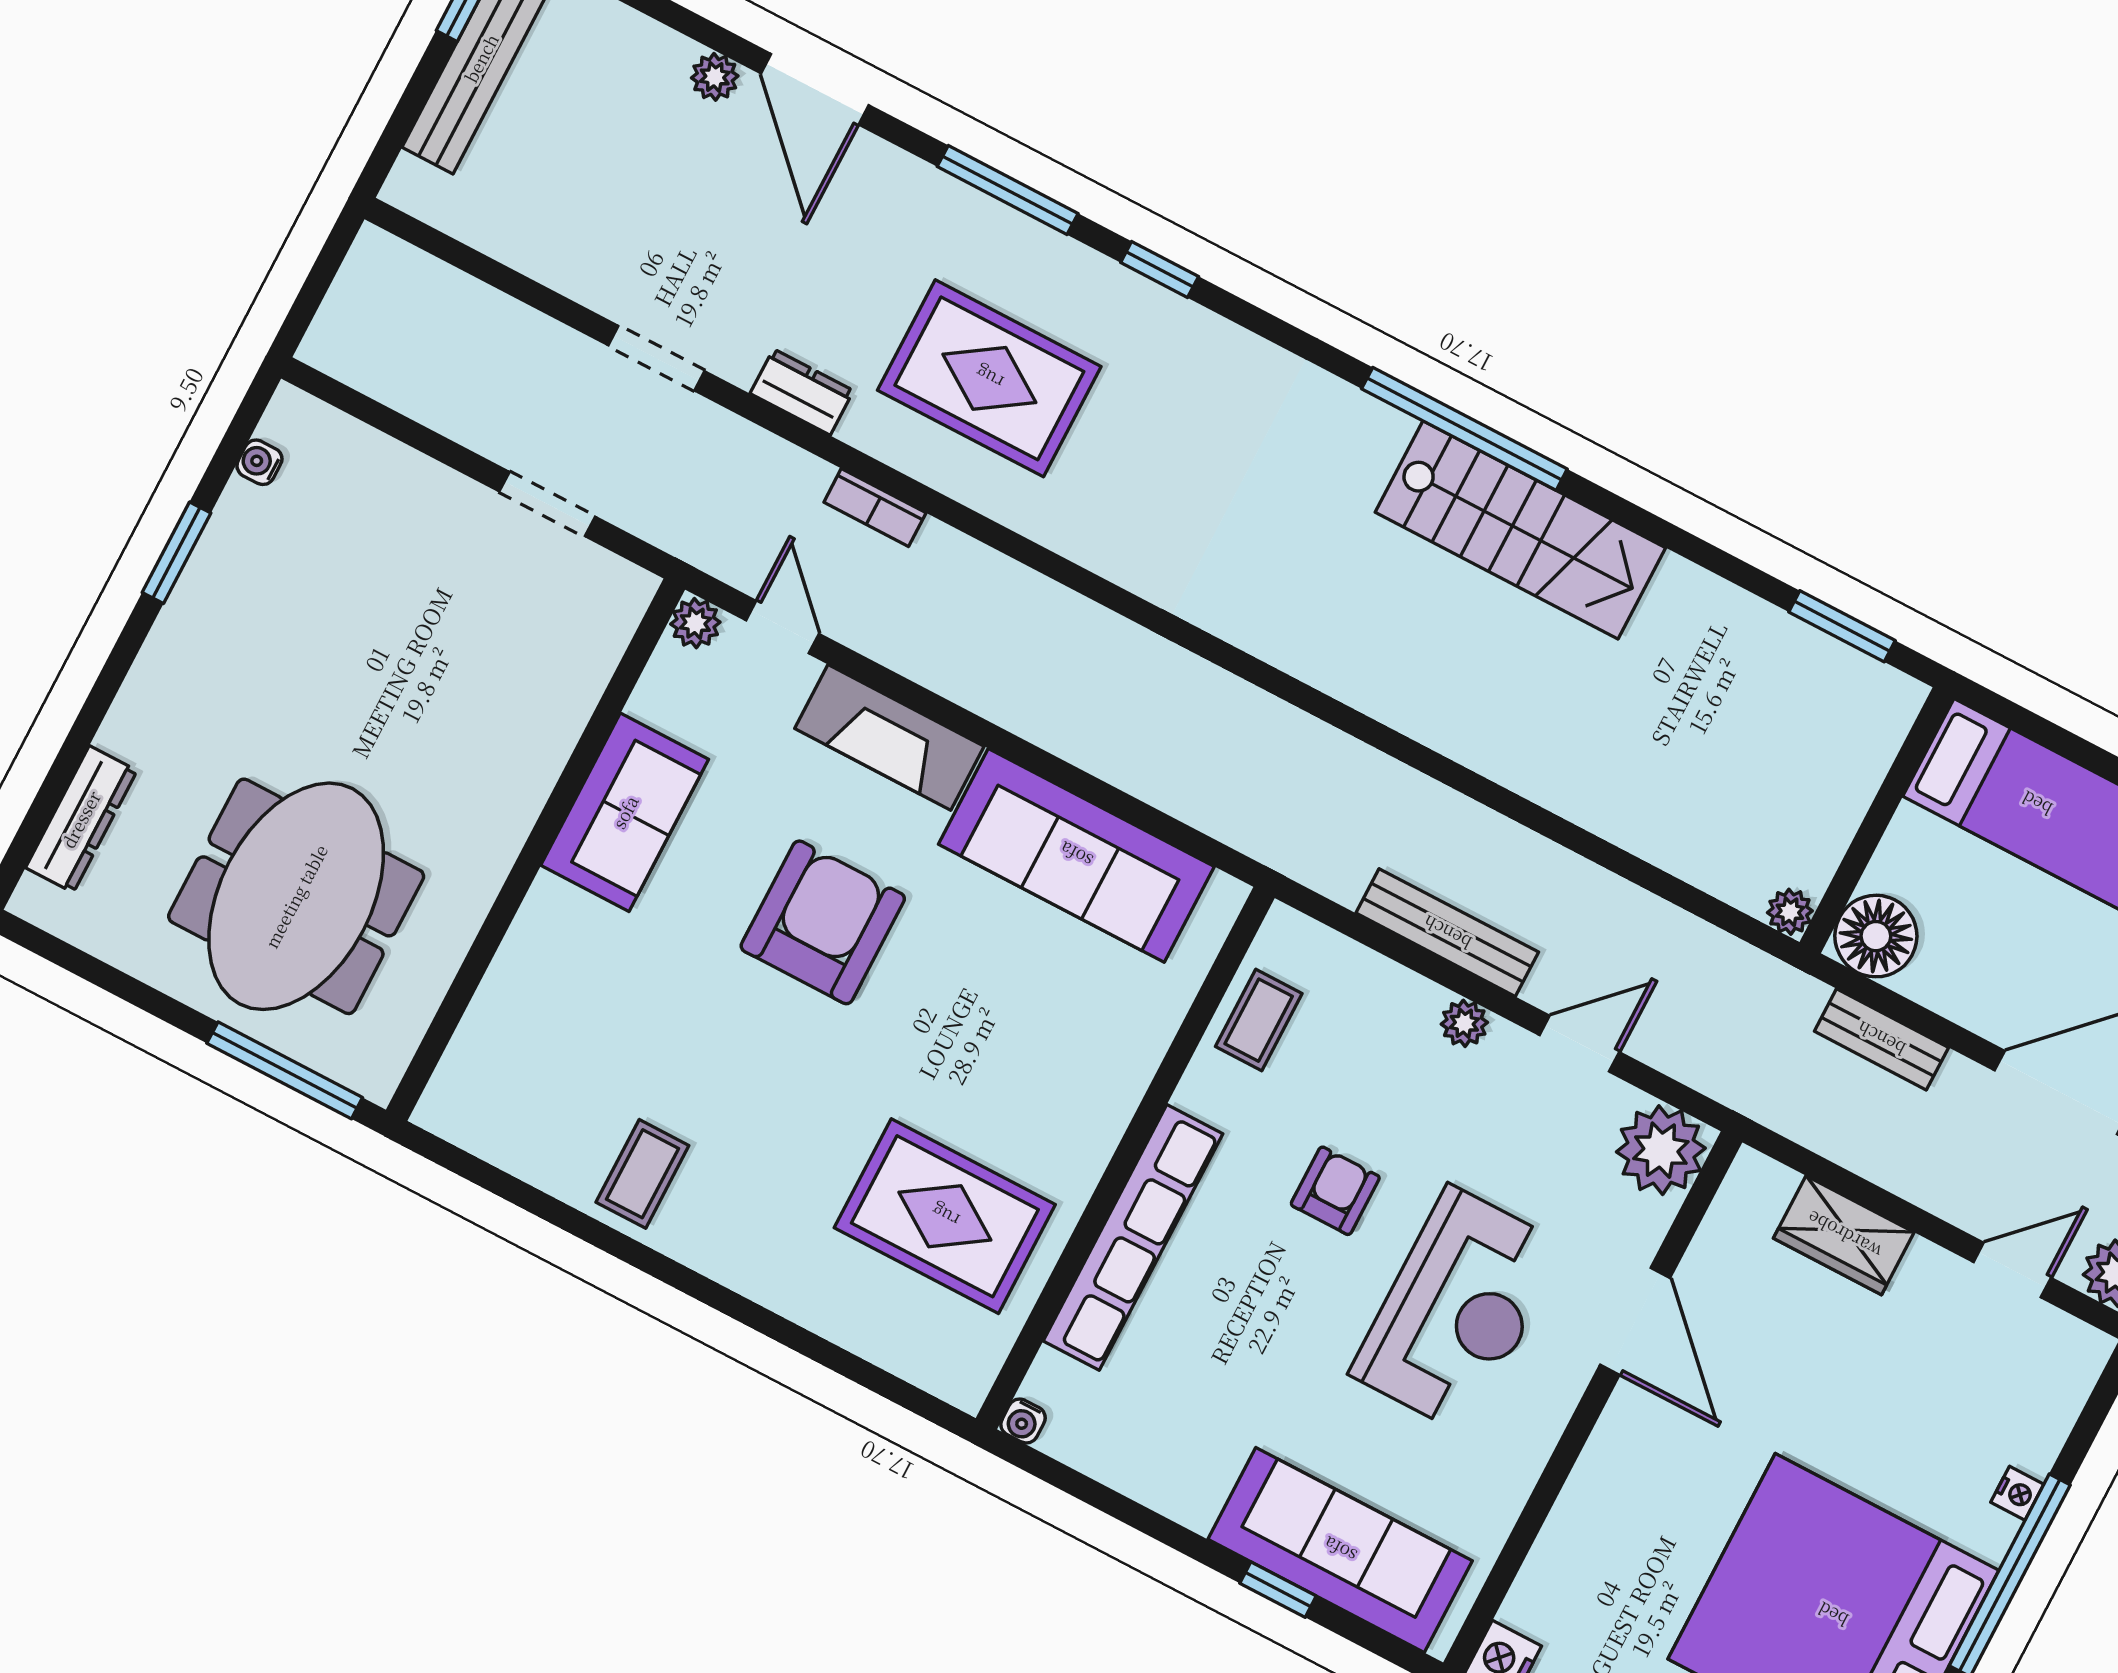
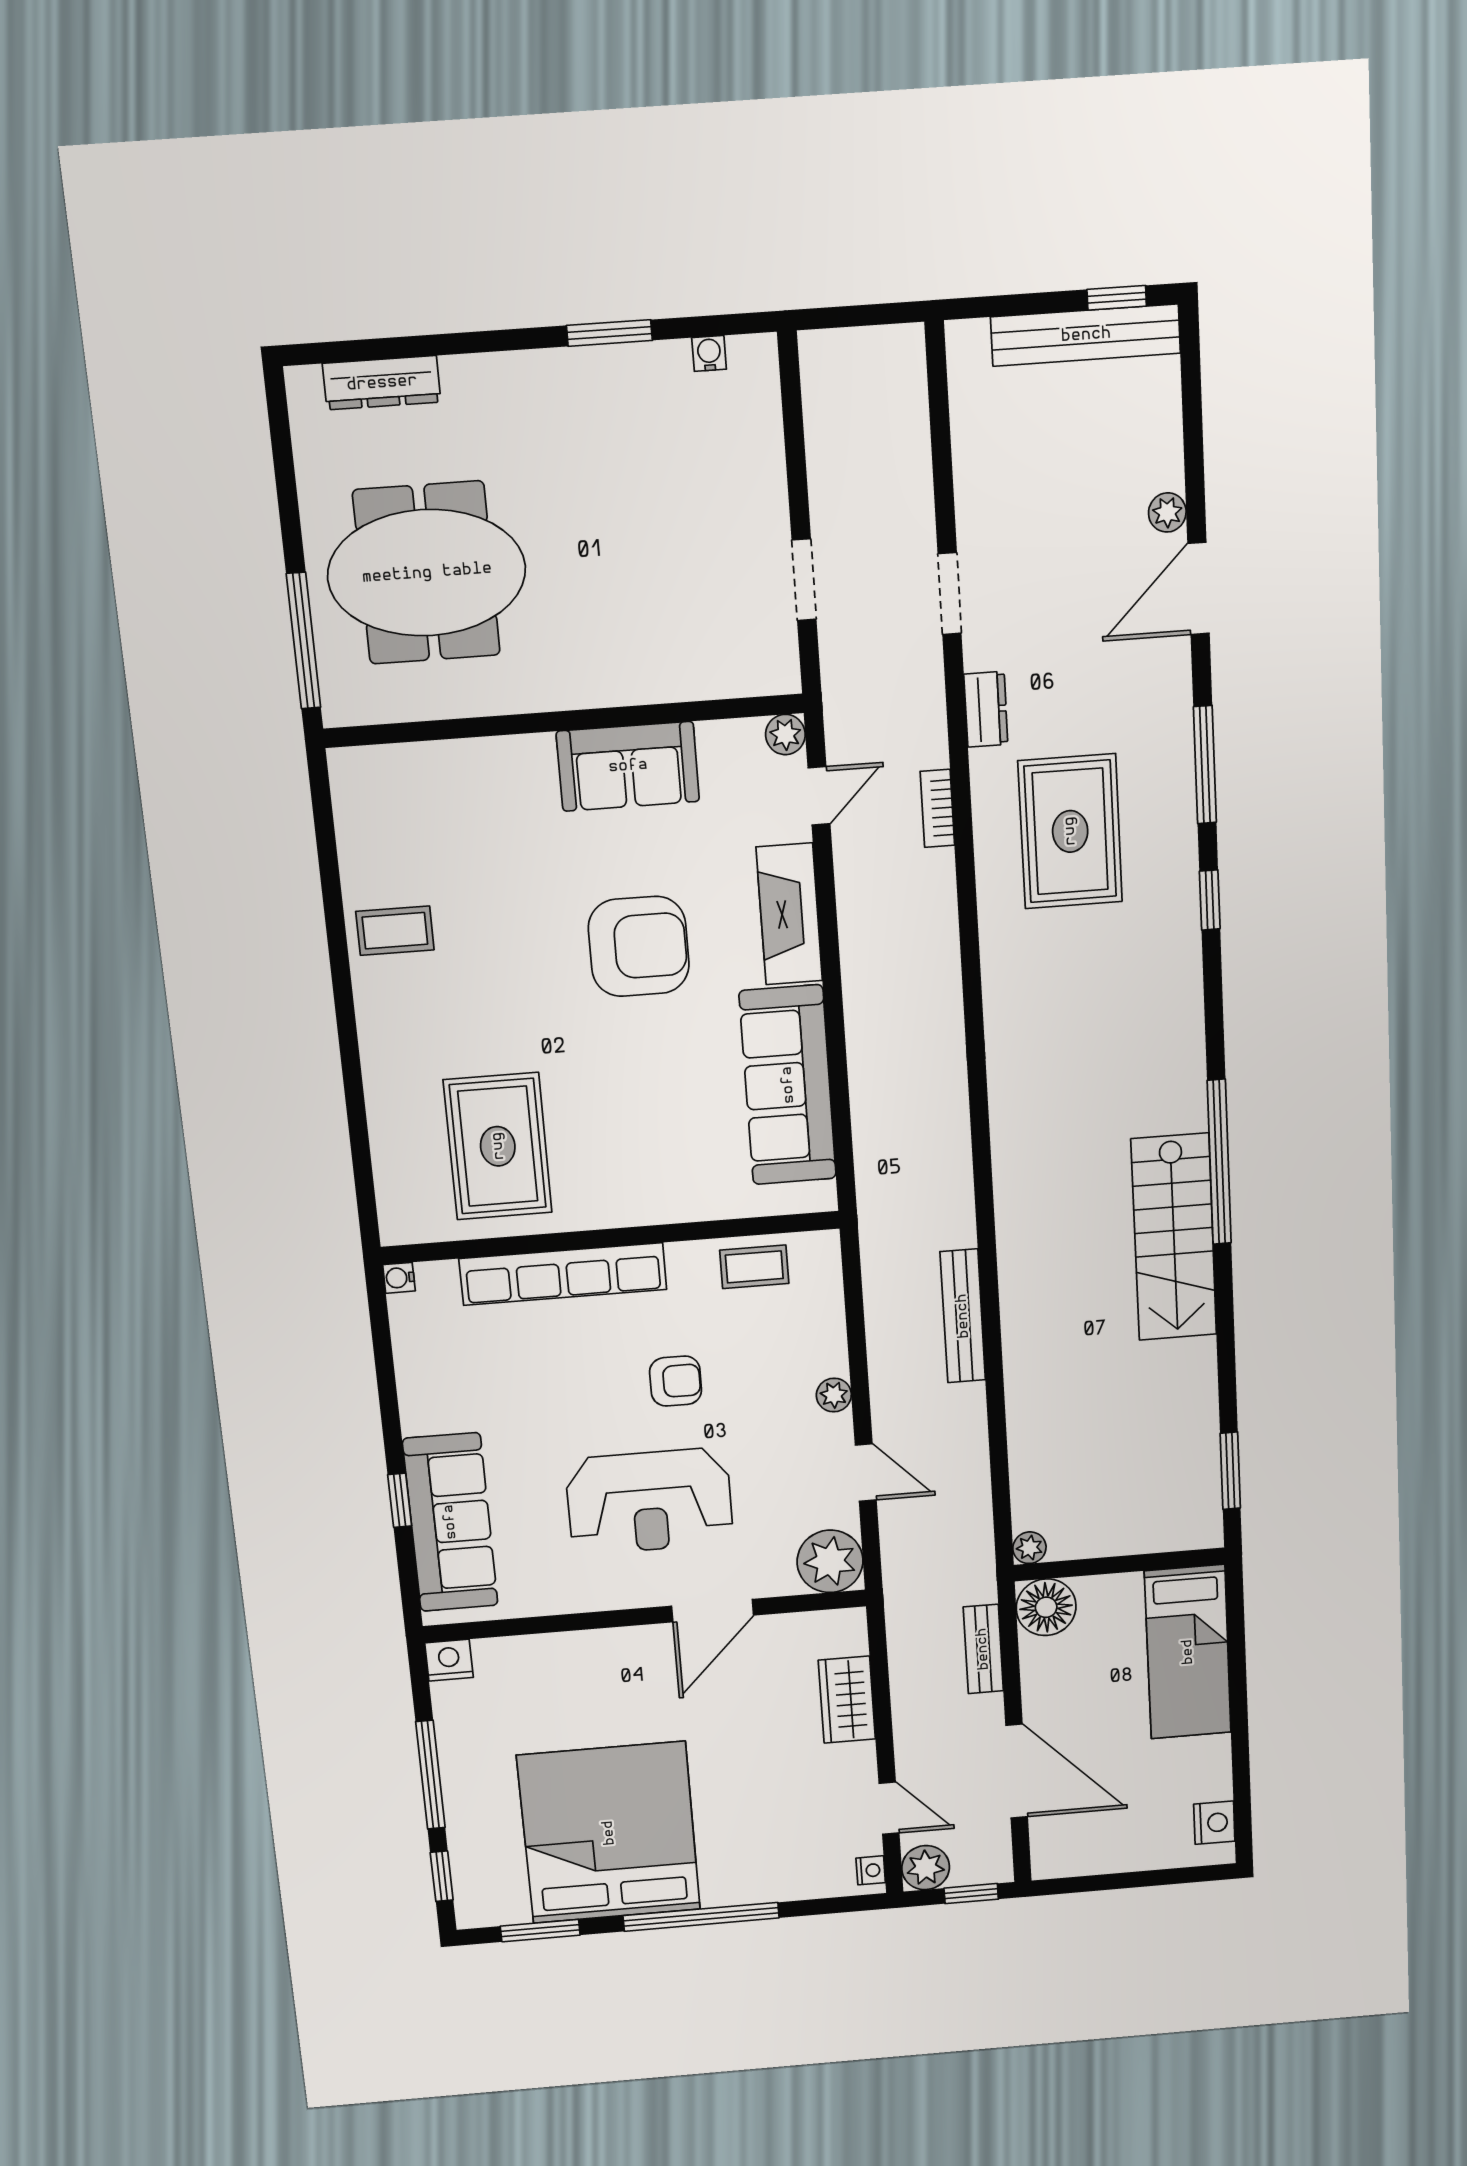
bench: (1447, 933) -> (963, 1316), moved
nightstand: (2017, 1493) -> (871, 1870), moved, turned -90

